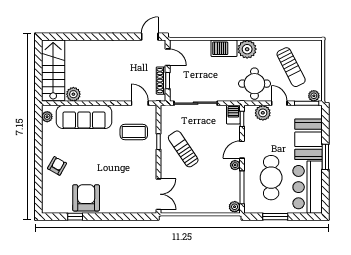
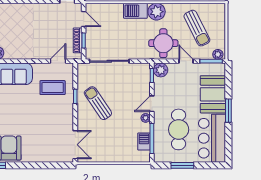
door: (140, 103) -> (58, 61), hinge flipped
plant: (263, 113) -> (161, 70), moved
barbecue: (233, 115) -> (144, 142), moved
plant: (235, 207) -> (145, 156), removed

